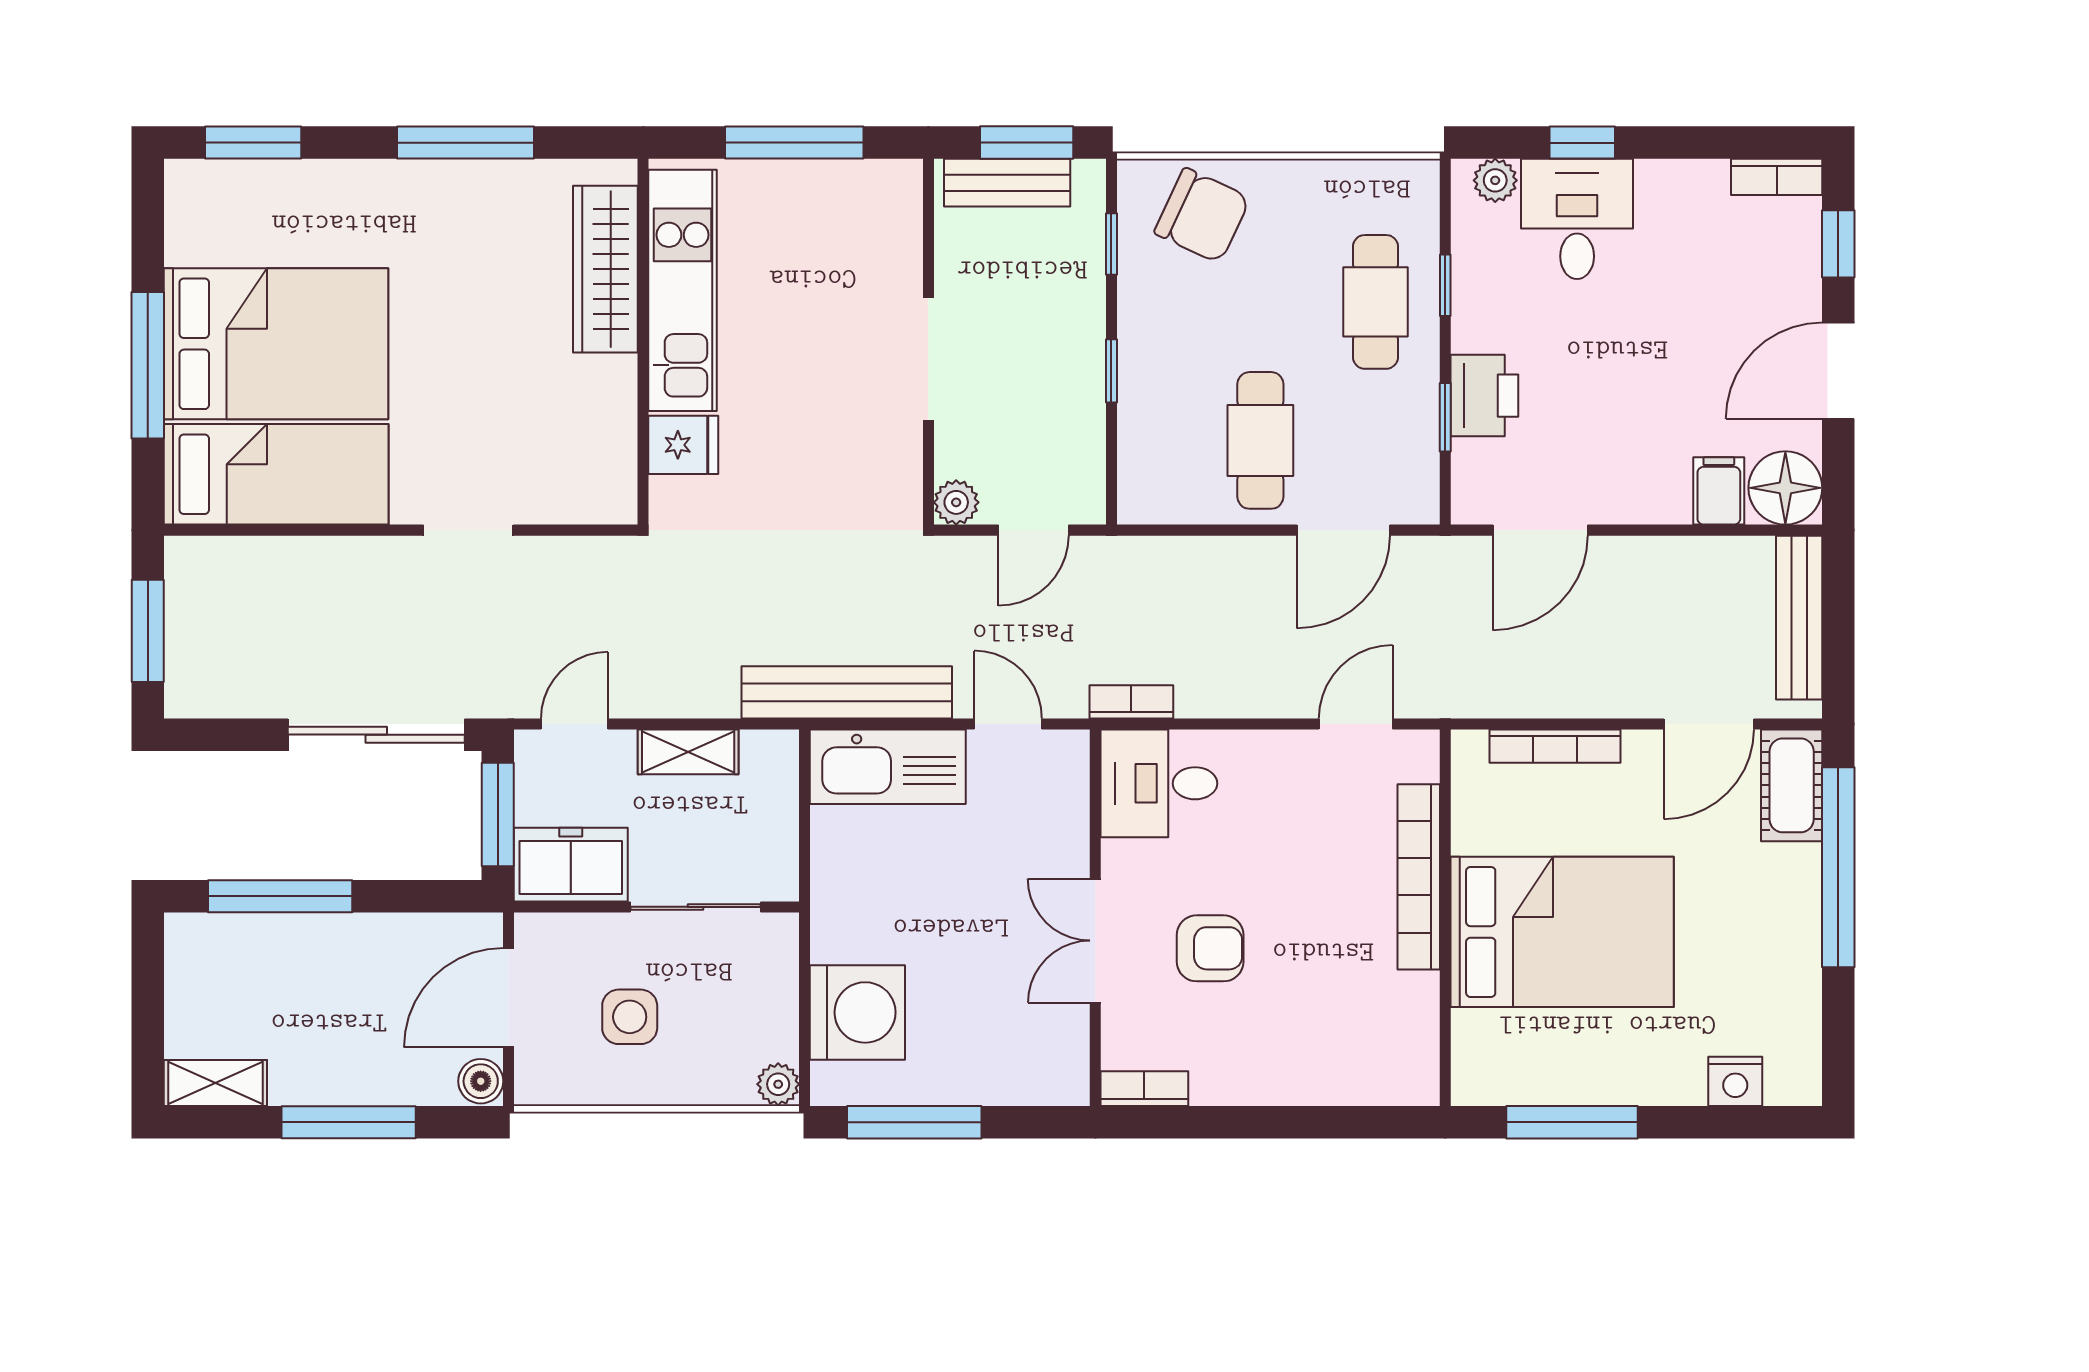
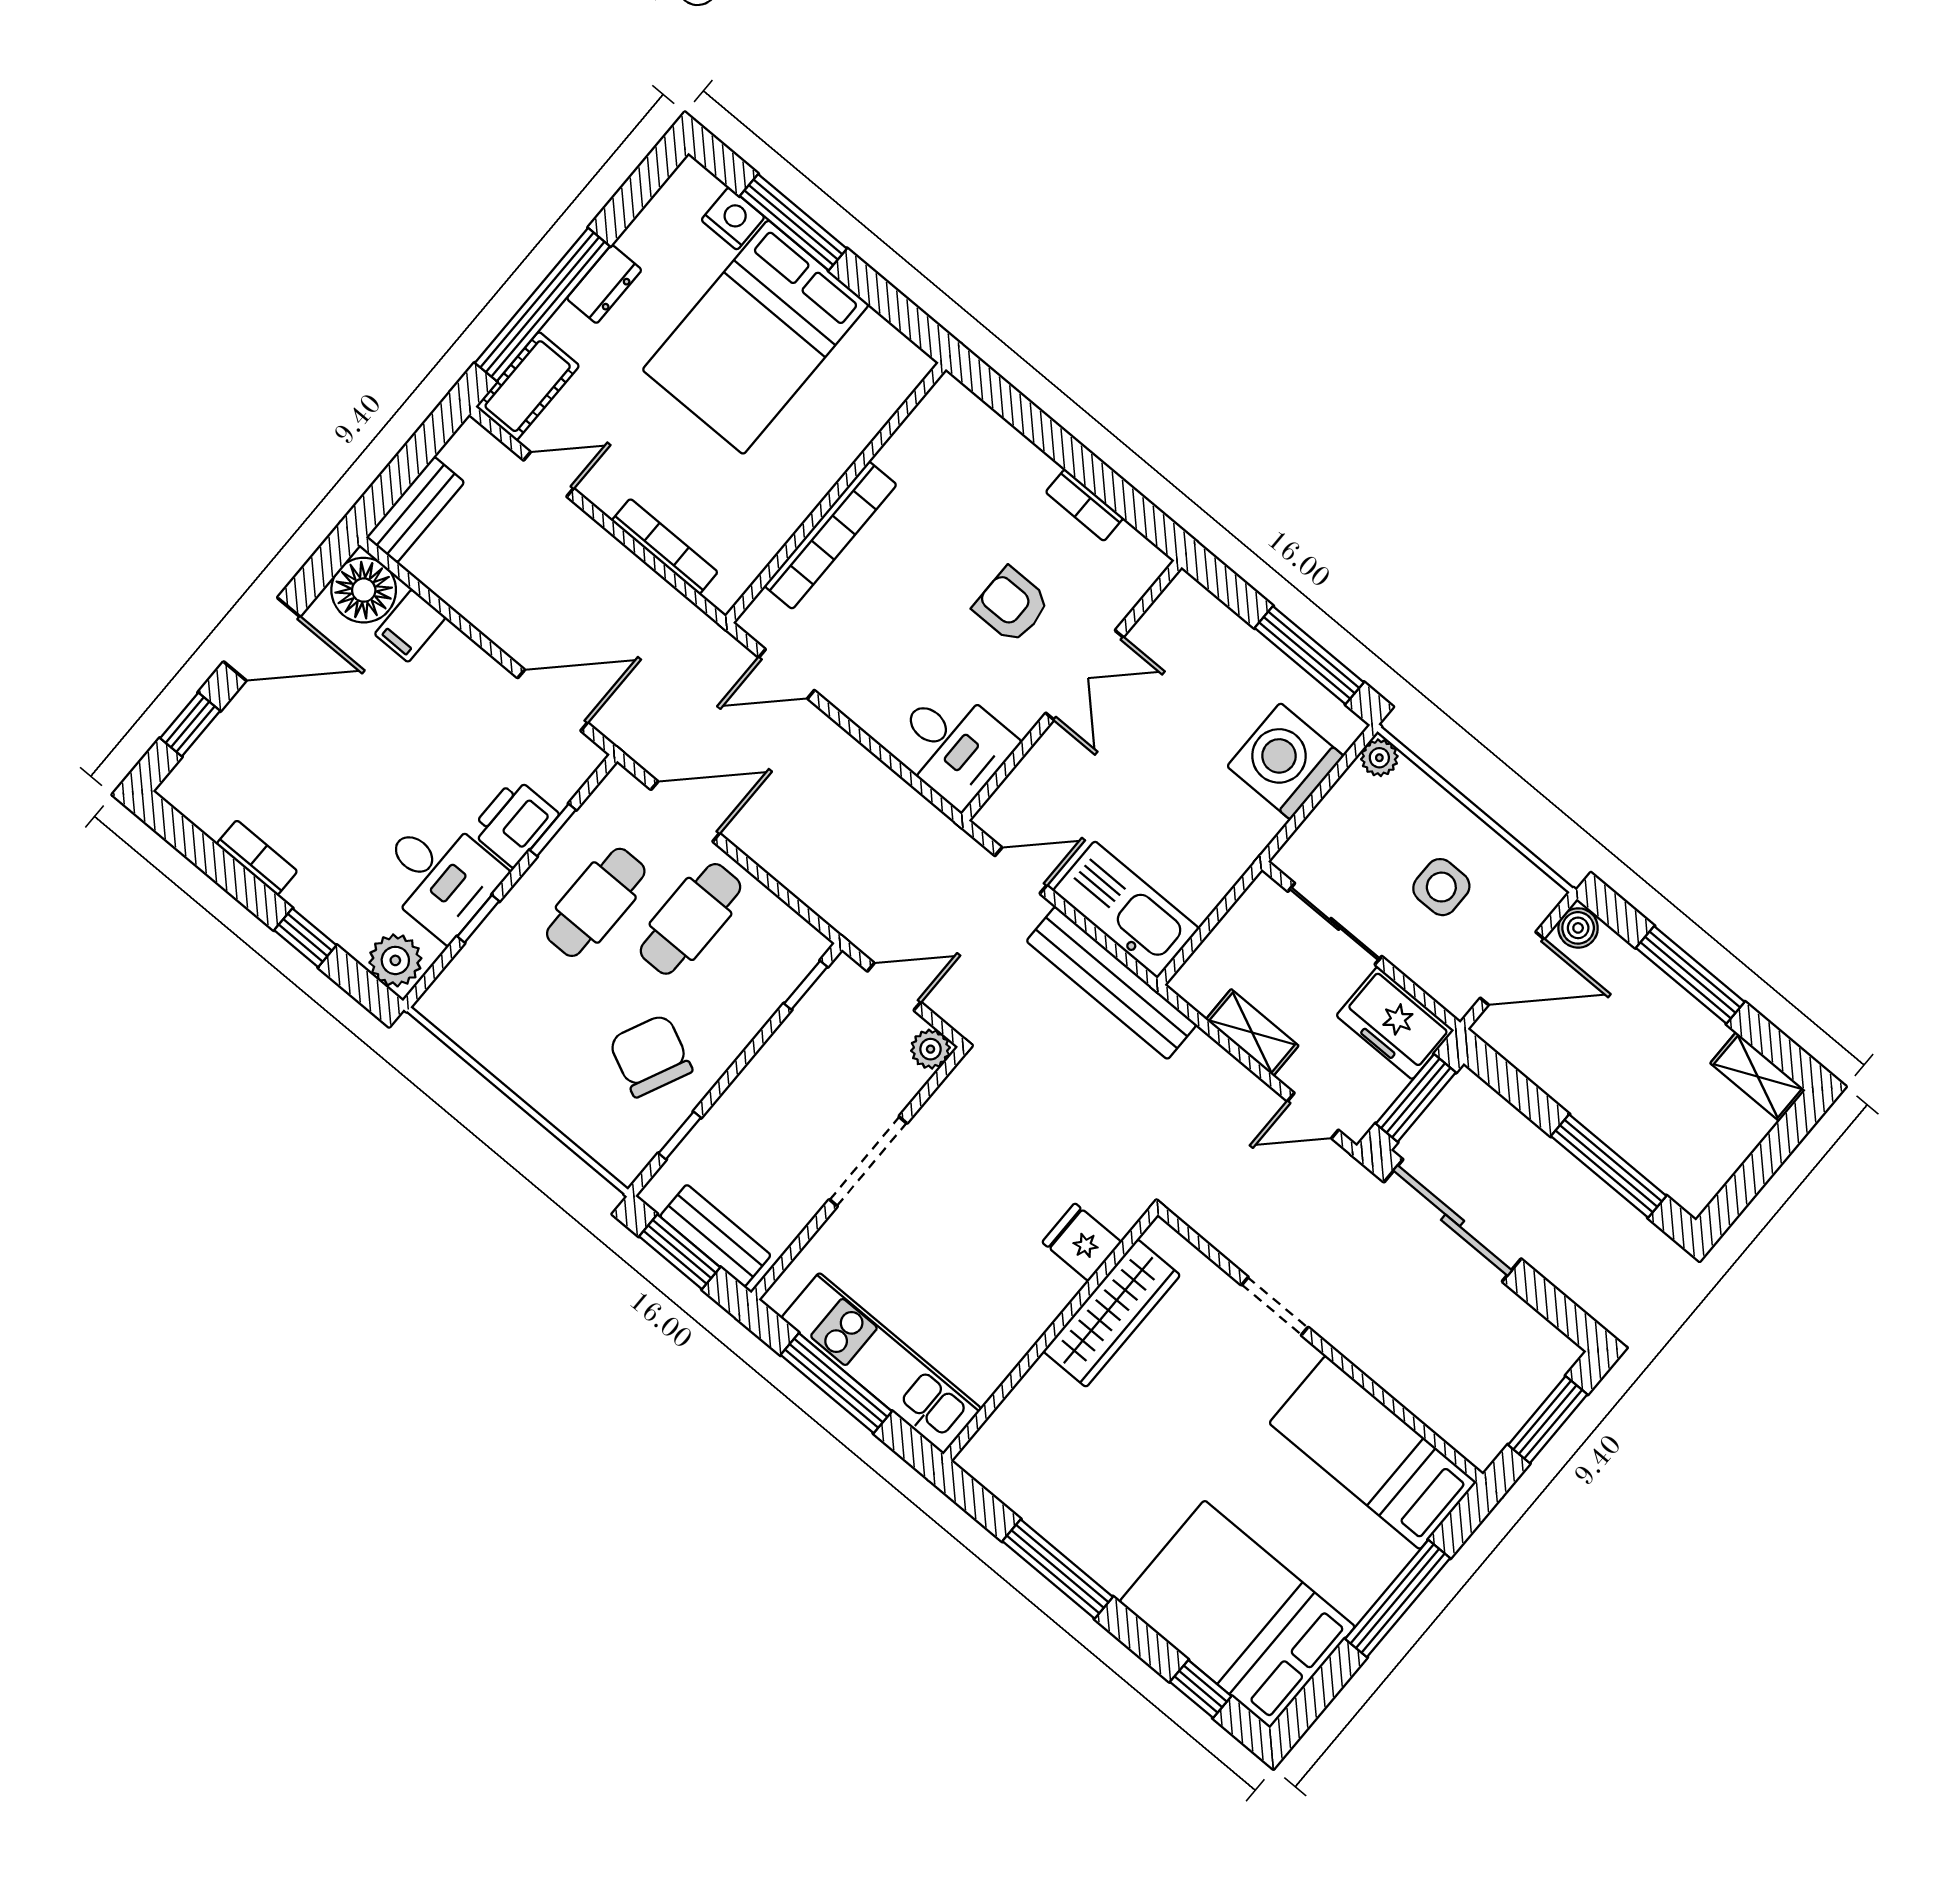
window: (253, 143) -> (1201, 1689), width x0.67
bookcase: (1777, 177) -> (257, 858), moved
plant: (1495, 180) -> (395, 960), width x1.38, depth x1.38
chair: (1202, 215) -> (651, 1056), moved
desk: (1577, 219) -> (439, 876), moved, turned -90
wardrobe: (605, 269) -> (1112, 1313), moved
kitchen unit: (683, 290) -> (881, 1363), moved, turned 90
cafe table: (1375, 302) -> (596, 902), moved
bed: (276, 344) -> (1237, 1614), moved
window: (1111, 371) -> (806, 985), moved
bench: (1799, 618) -> (415, 510), width x0.73
bookcase: (1131, 702) -> (925, 816), removed
door: (1008, 724) -> (1021, 871), swing flipped
door: (1709, 724) -> (549, 474), width x0.73
dresser: (1799, 930) -> (604, 284), added
bed: (1562, 932) -> (756, 337), moved, turned -90
bookcase: (1144, 1089) -> (1084, 505), moved
window: (1572, 1122) -> (793, 222), moved

